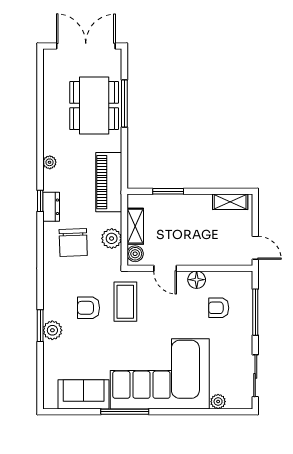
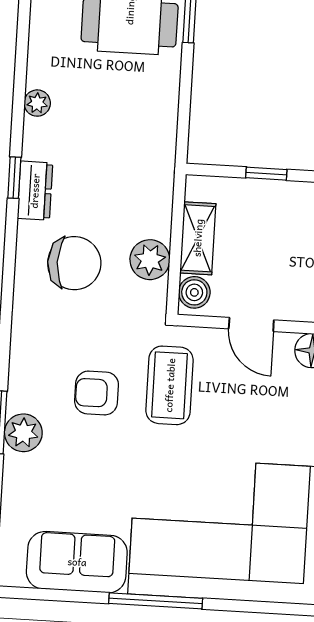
piano: (109, 182) -> (151, 149), removed
window: (168, 191) -> (266, 174), width x0.67
chair: (73, 242) -> (74, 263), turned -88

